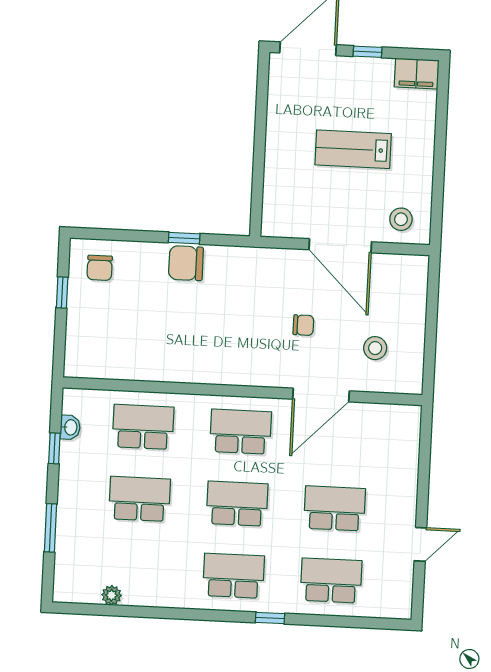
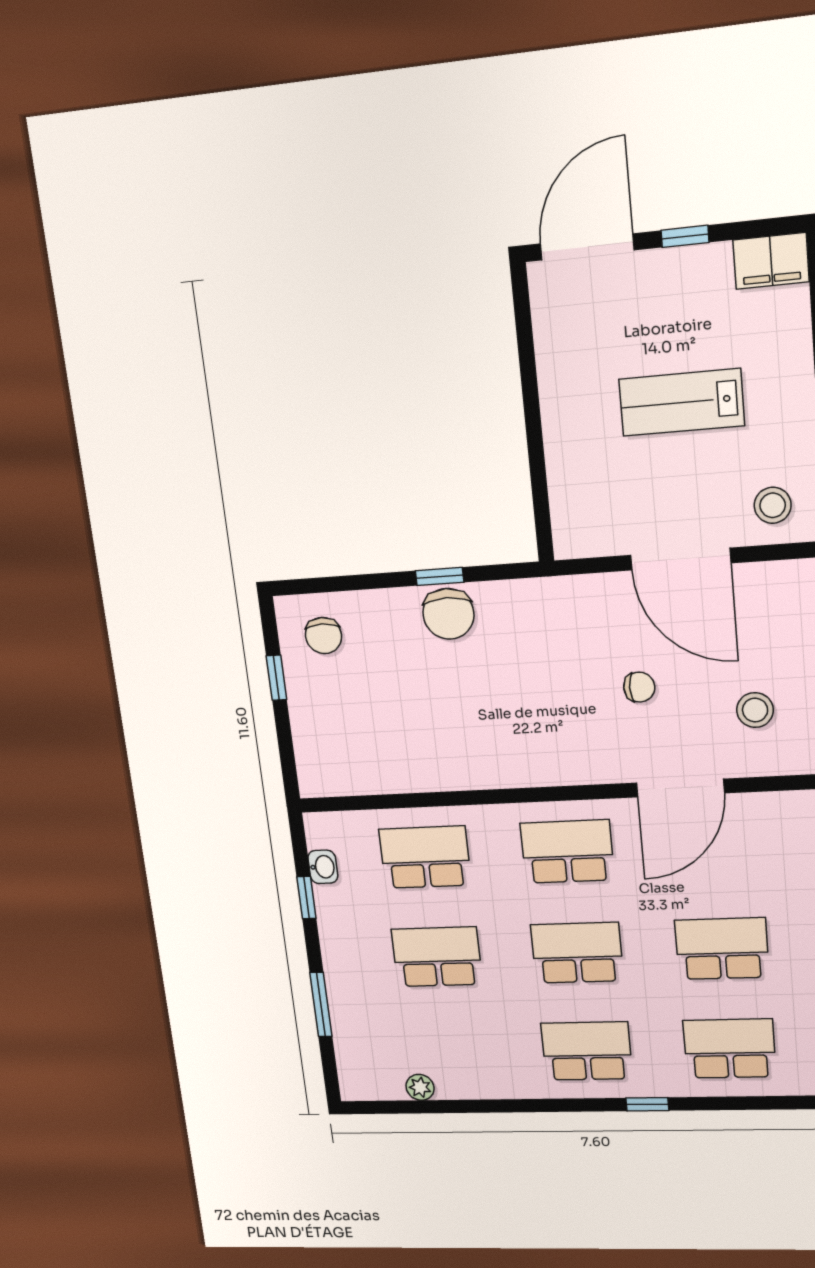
chair: (186, 263) -> (448, 614), turned -90

